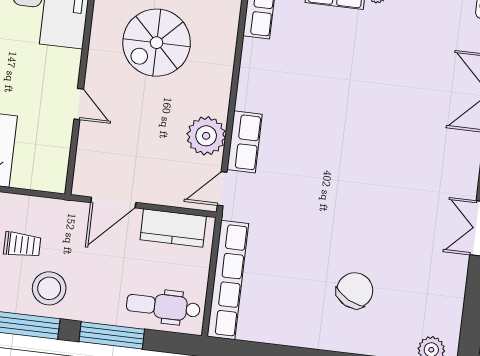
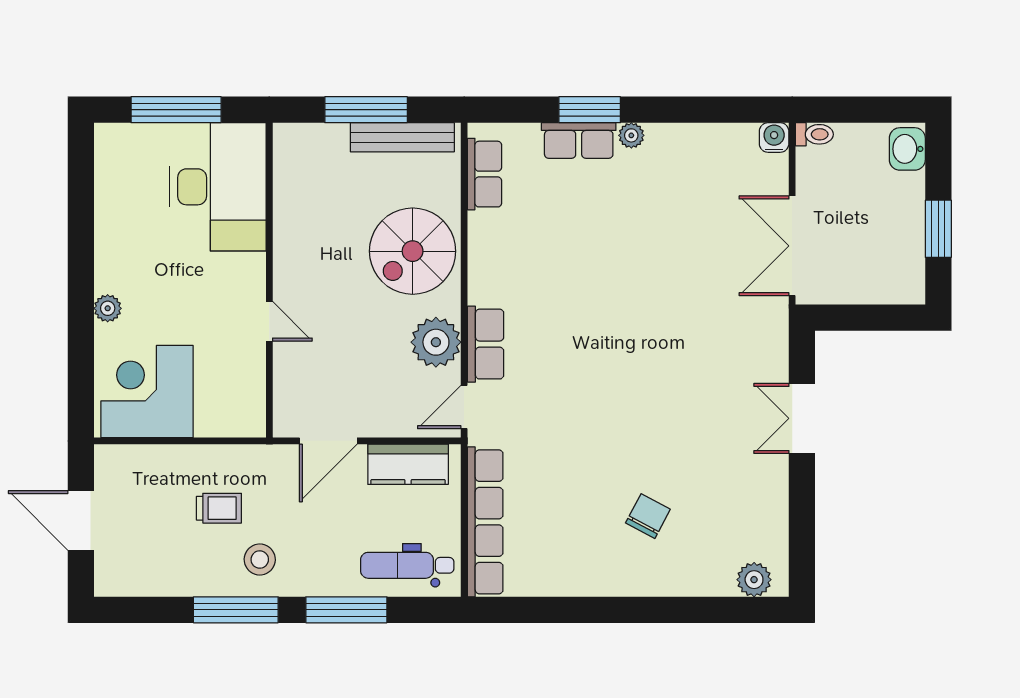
spiral stairs: (157, 43) -> (413, 251), moved
stool: (49, 288) -> (260, 560), width x0.73, depth x0.73
chair: (355, 291) -> (648, 516), width x0.73, depth x0.73

